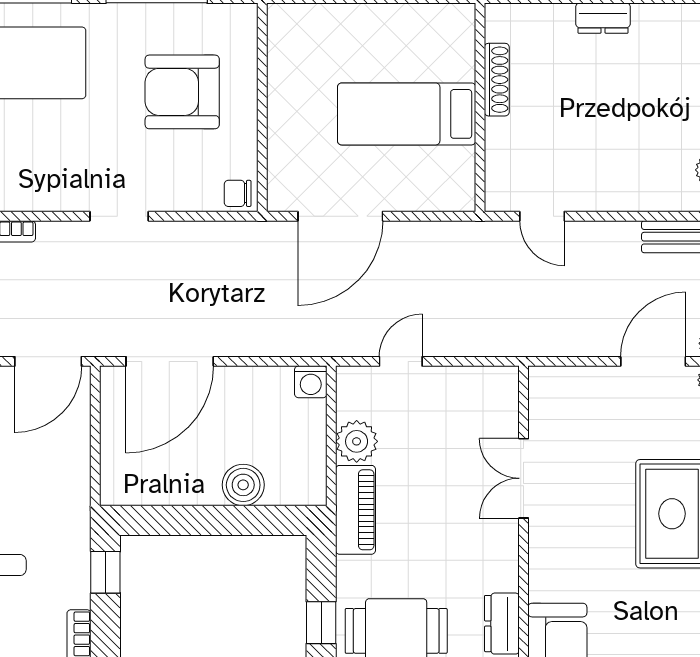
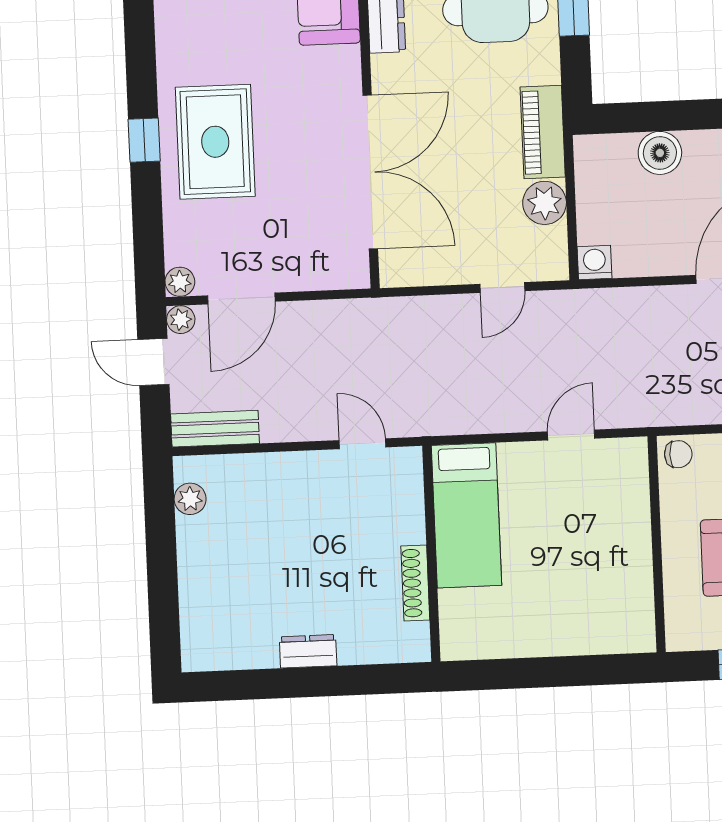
bed: (407, 114) -> (466, 515), moved, turned 90
door: (340, 216) -> (571, 435), width x0.53
double door: (524, 478) -> (370, 172), width x1.87

